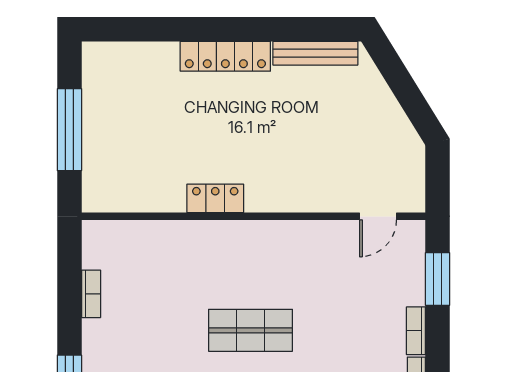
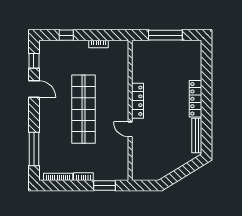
locker: (215, 198) -> (137, 101), width x1.53
door: (378, 216) -> (130, 129), moved
shop shelf: (250, 330) -> (84, 109), width x2.00, depth x1.36

